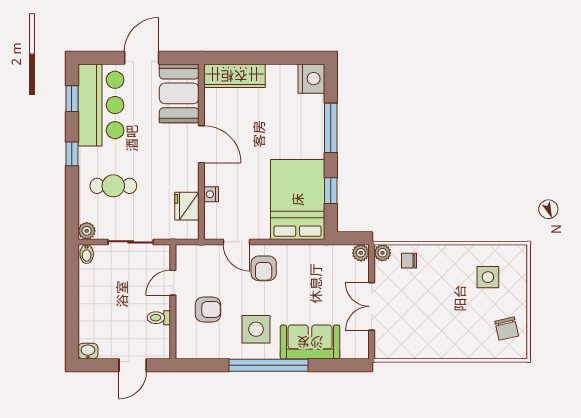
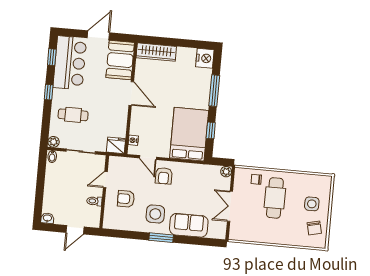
nightstand: (211, 194) -> (133, 140), moved
fridge: (187, 206) -> (116, 145), moved, turned 90
plant: (382, 253) -> (240, 173), removed
side table: (488, 277) -> (312, 204), moved
cafe table: (441, 287) -> (275, 198), added
armchair: (208, 310) -> (126, 199), turned 180
window: (268, 365) -> (161, 238), width x0.47

